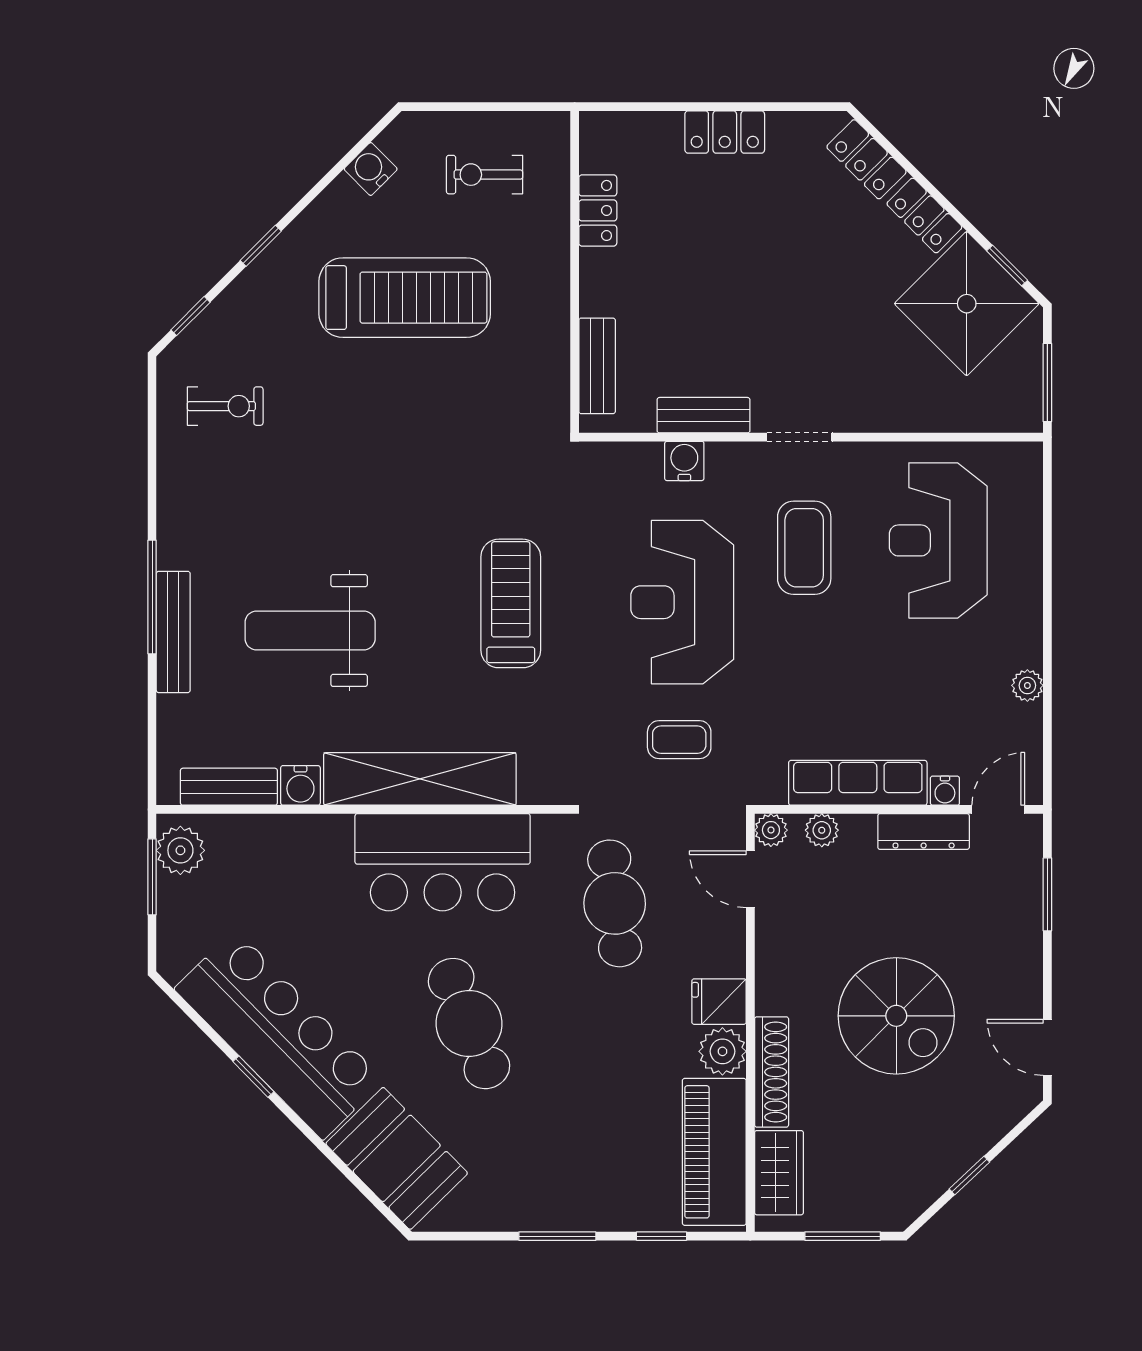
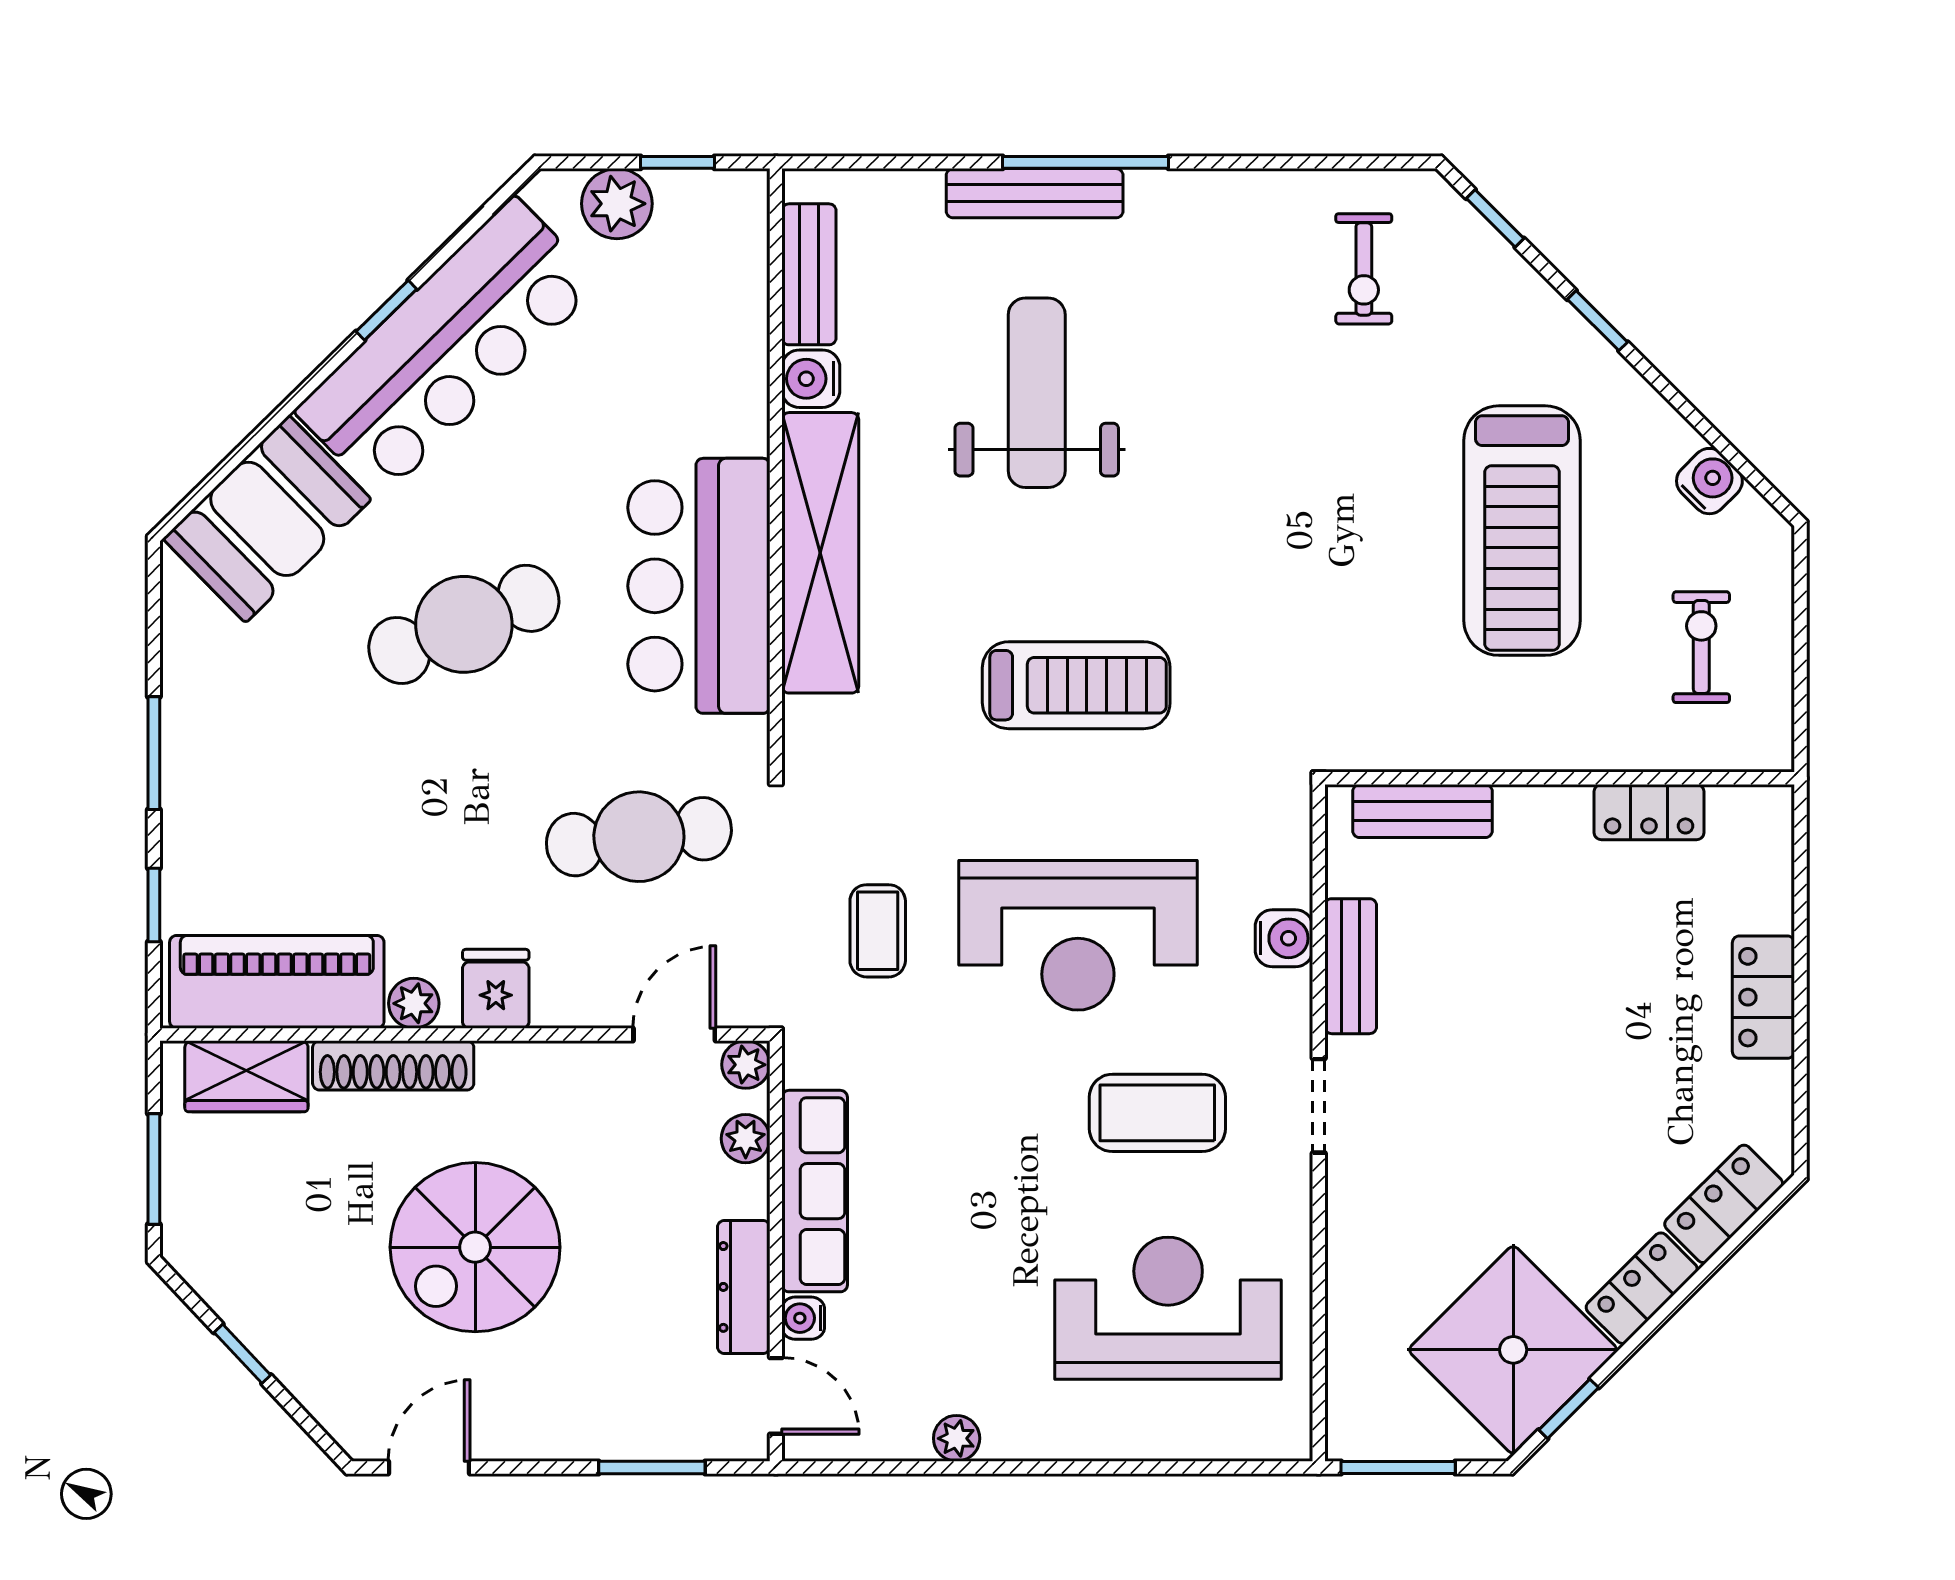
reception desk: (682, 602) -> (1078, 935), turned 180
plant: (180, 850) -> (617, 204), moved
window: (152, 877) -> (678, 162), width x0.67
plant: (722, 1051) -> (414, 1003), width x0.73, depth x0.73

